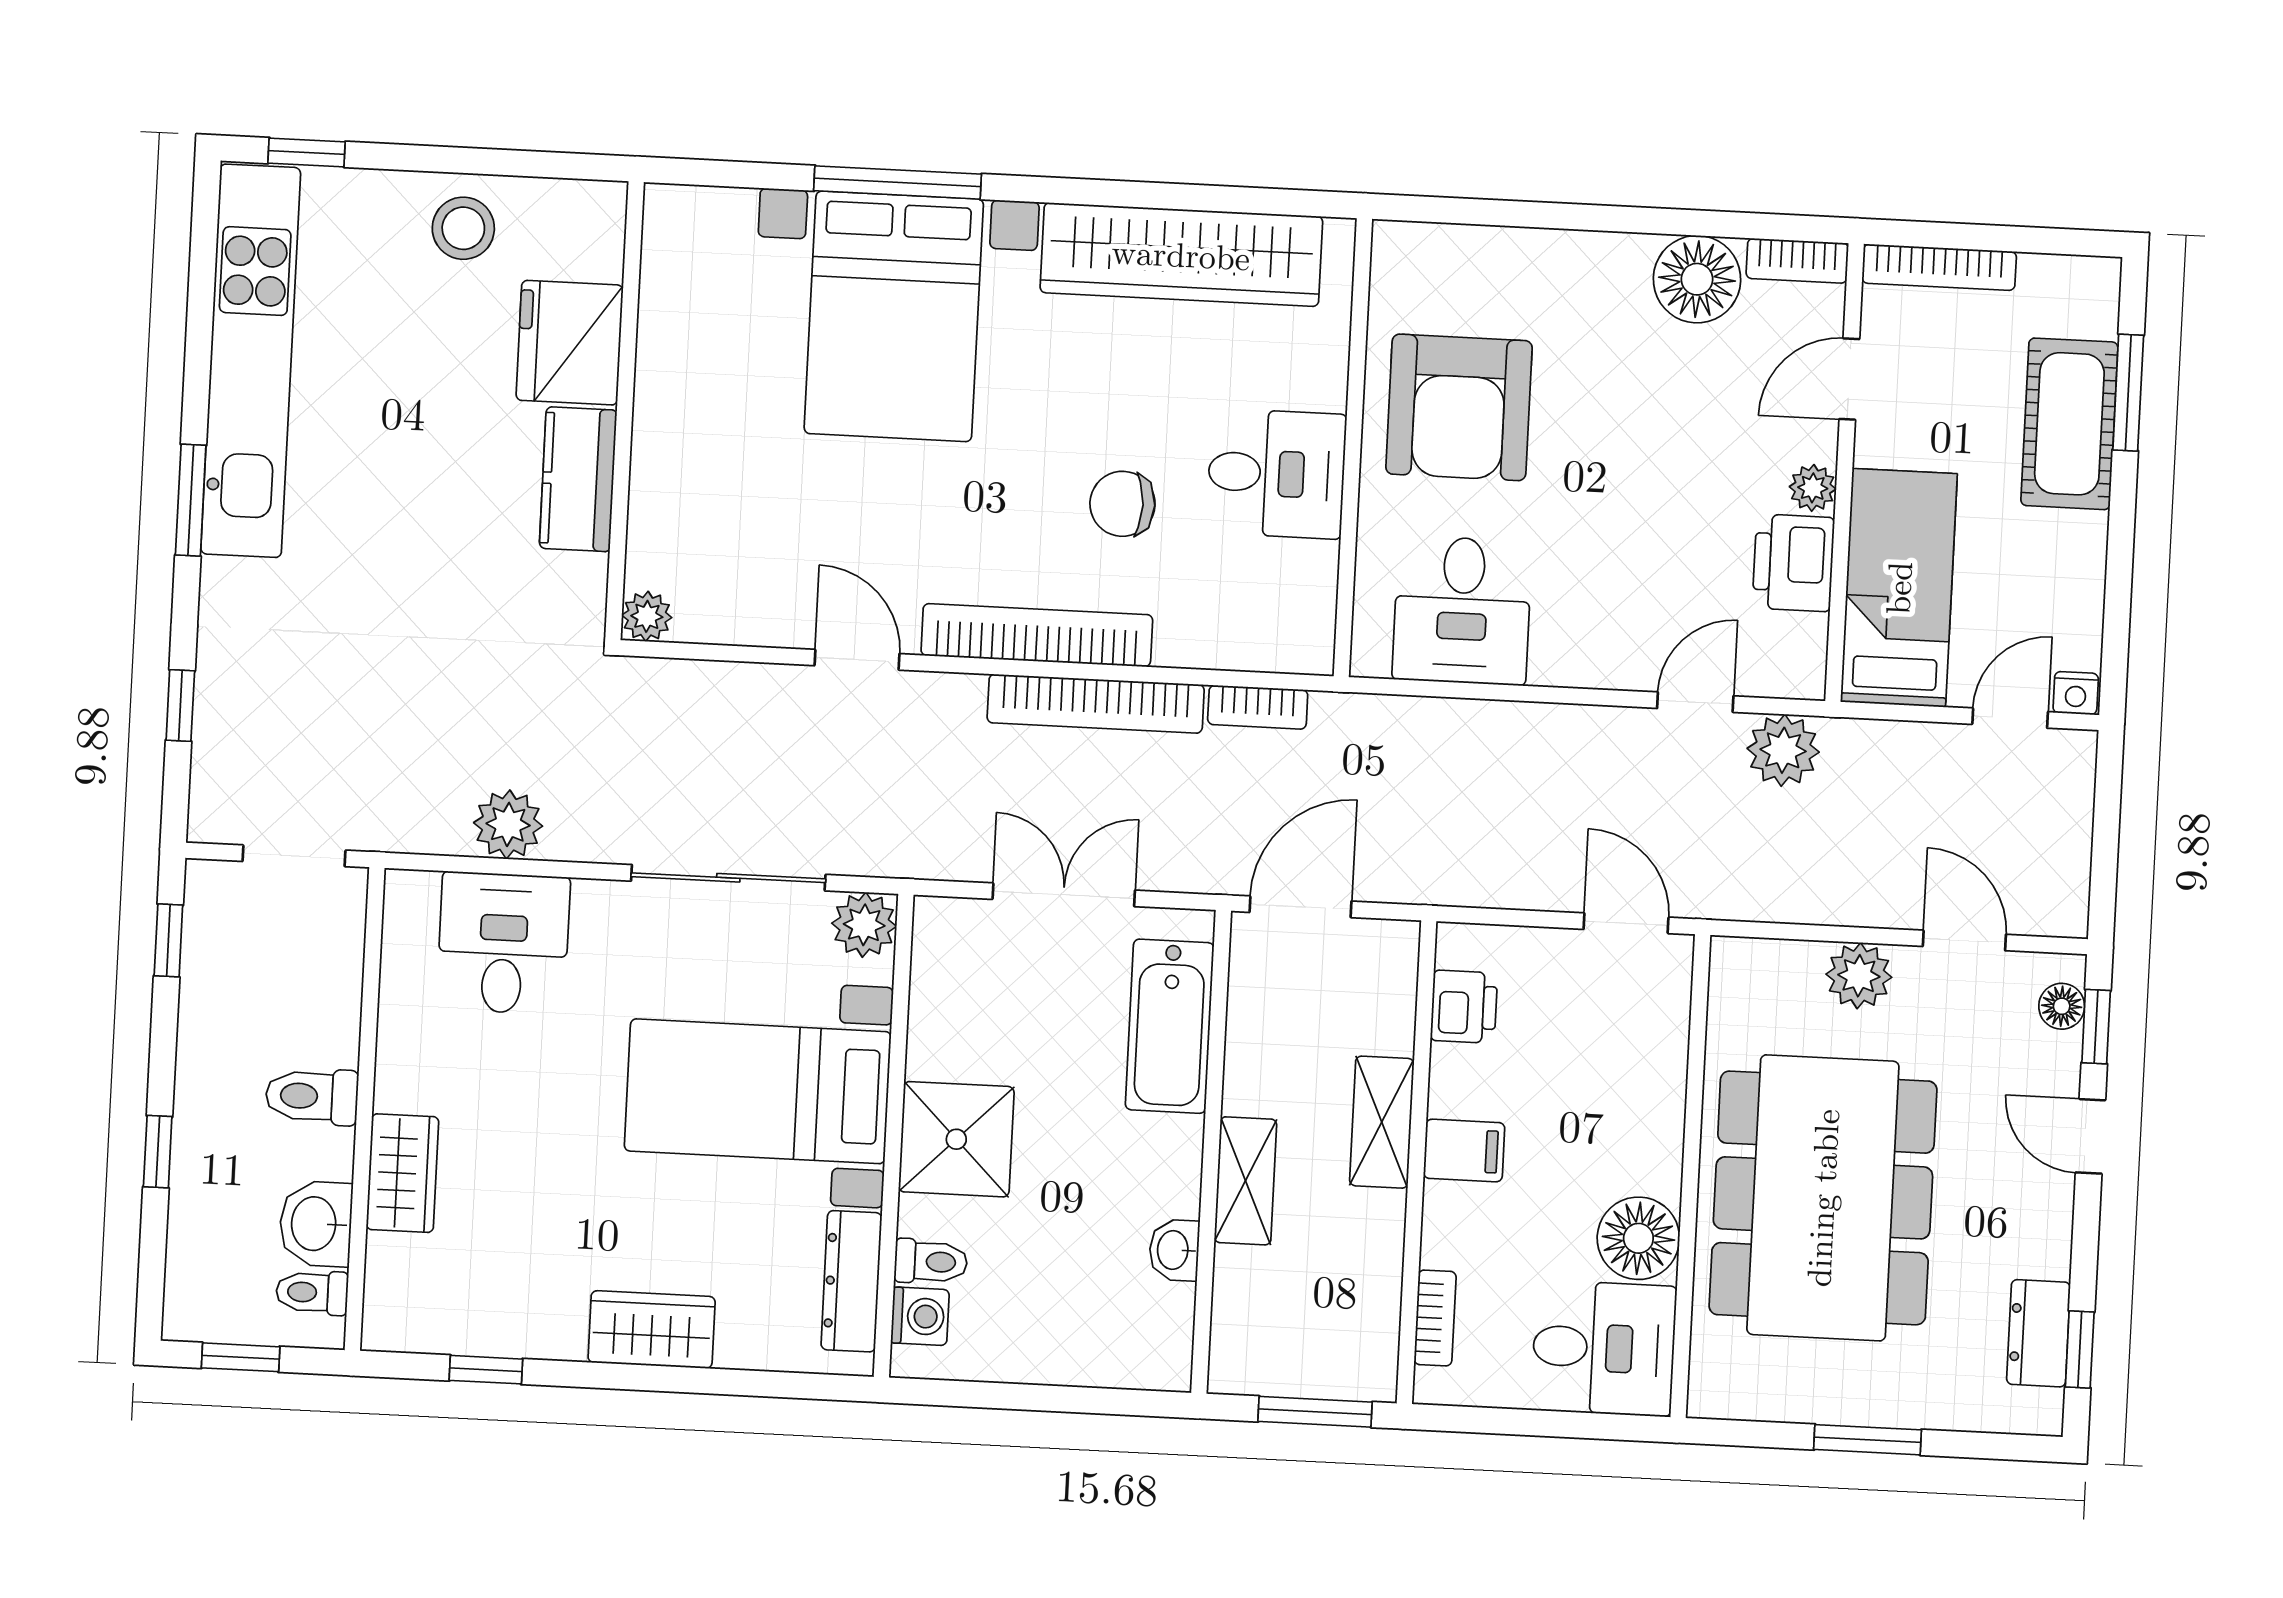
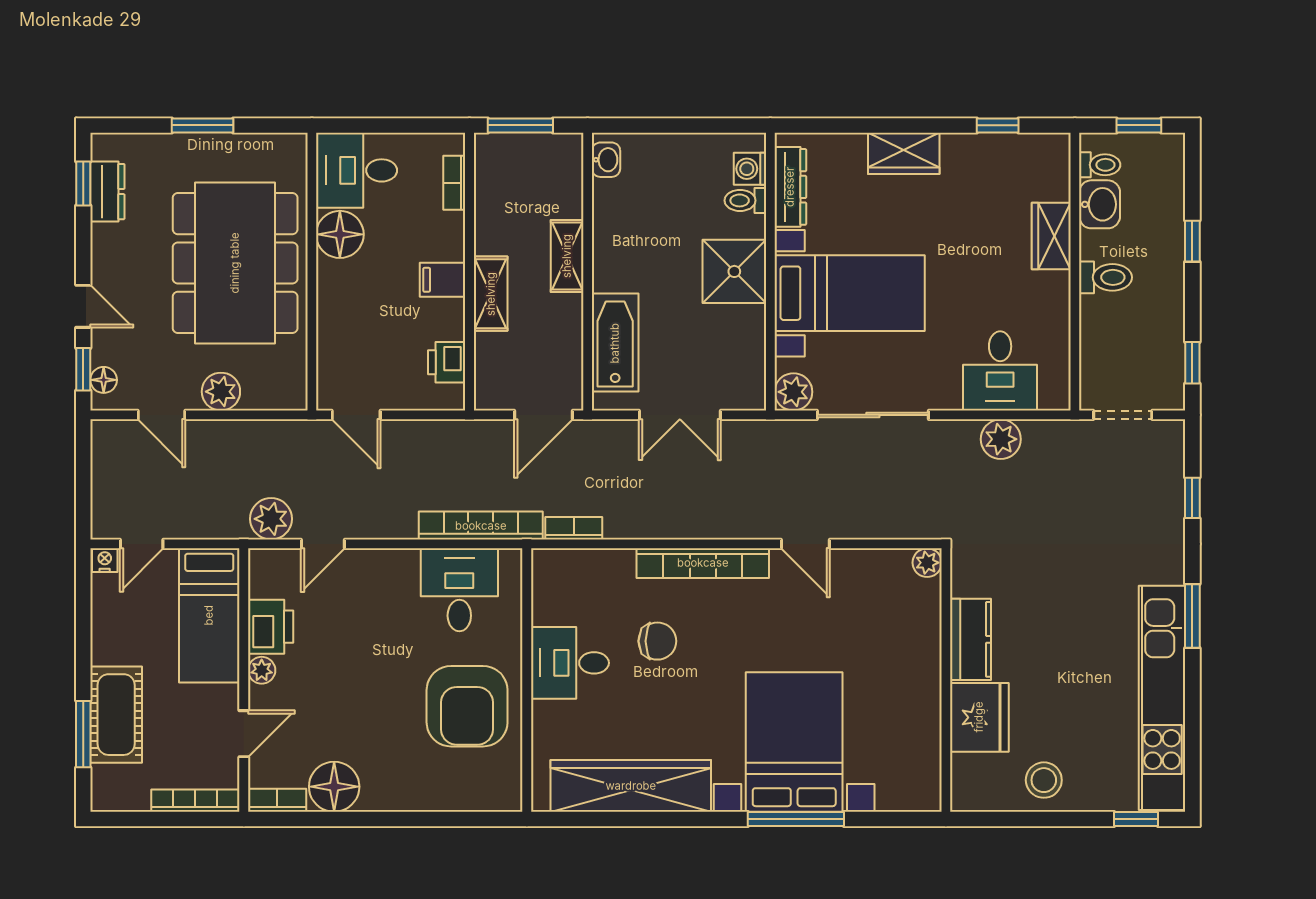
armchair: (1459, 407) -> (467, 706), turned 180
bookcase: (1096, 704) -> (481, 526), moved
washbasin: (1174, 1250) -> (606, 160), moved

